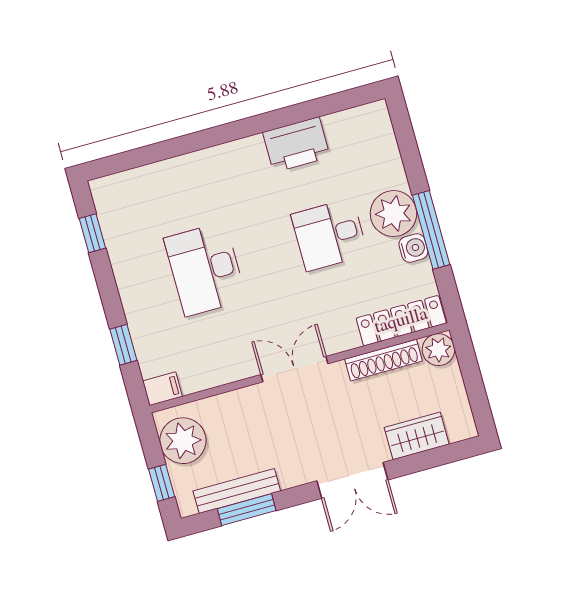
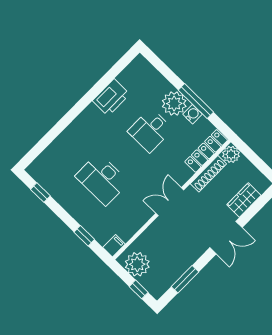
bench: (237, 491) -> (175, 273), removed

